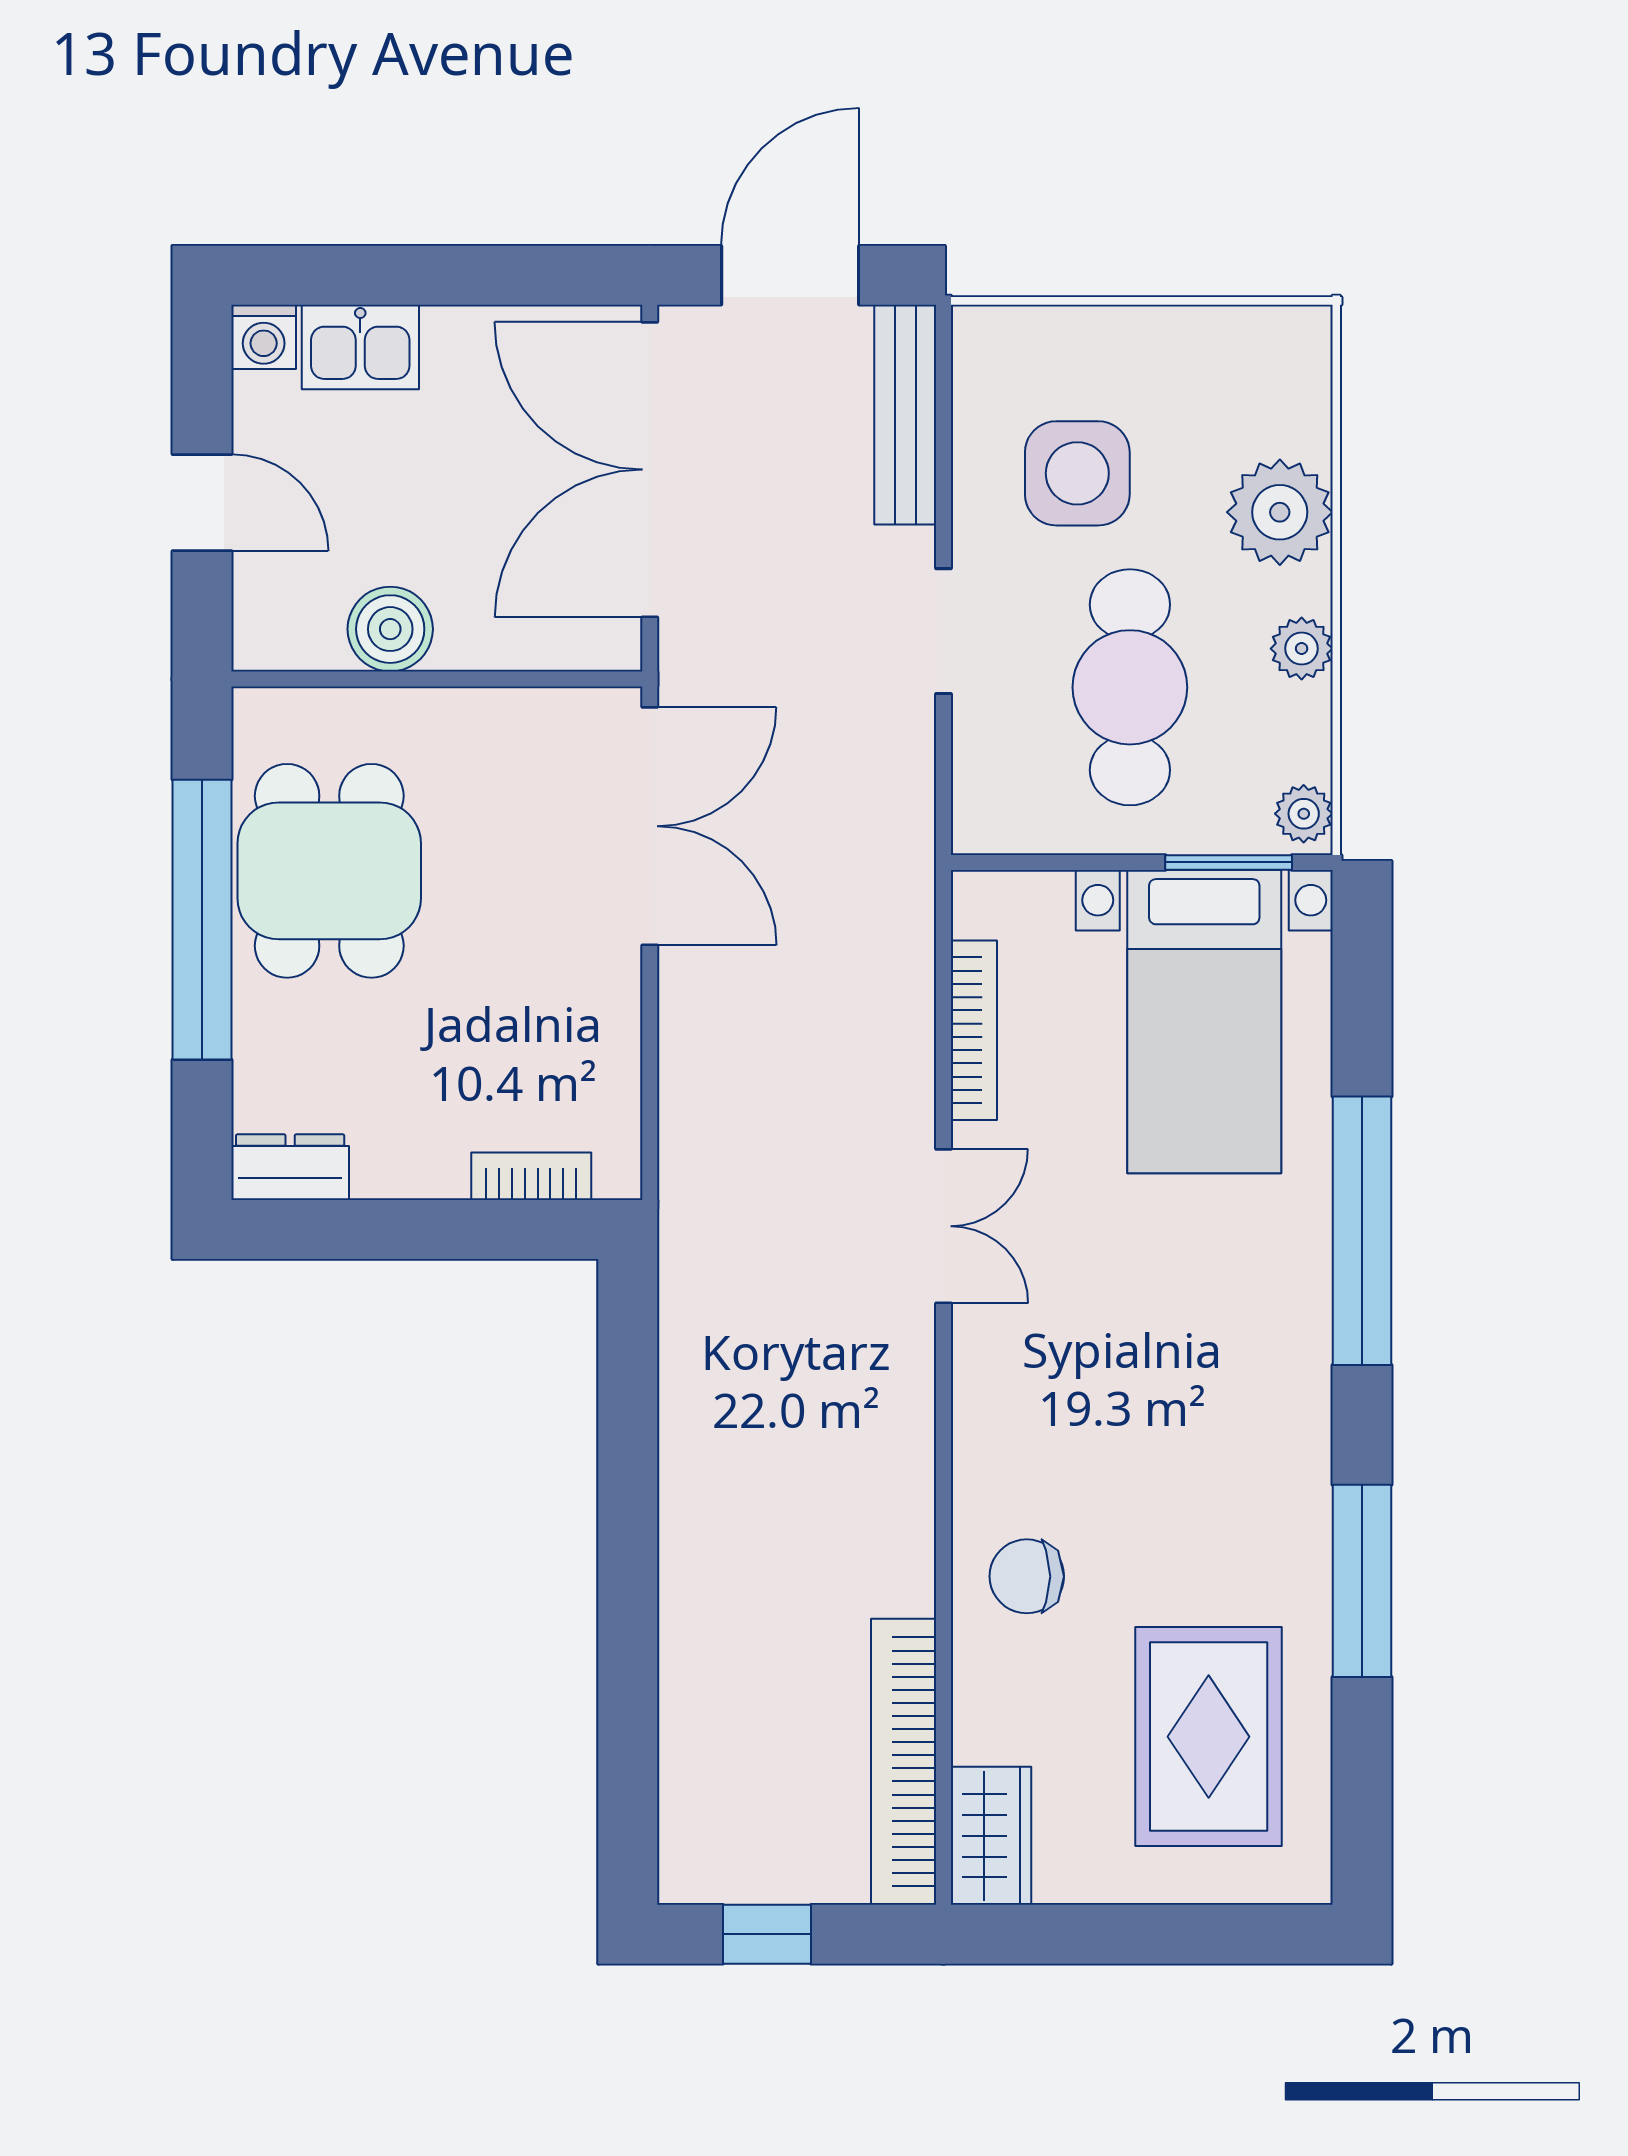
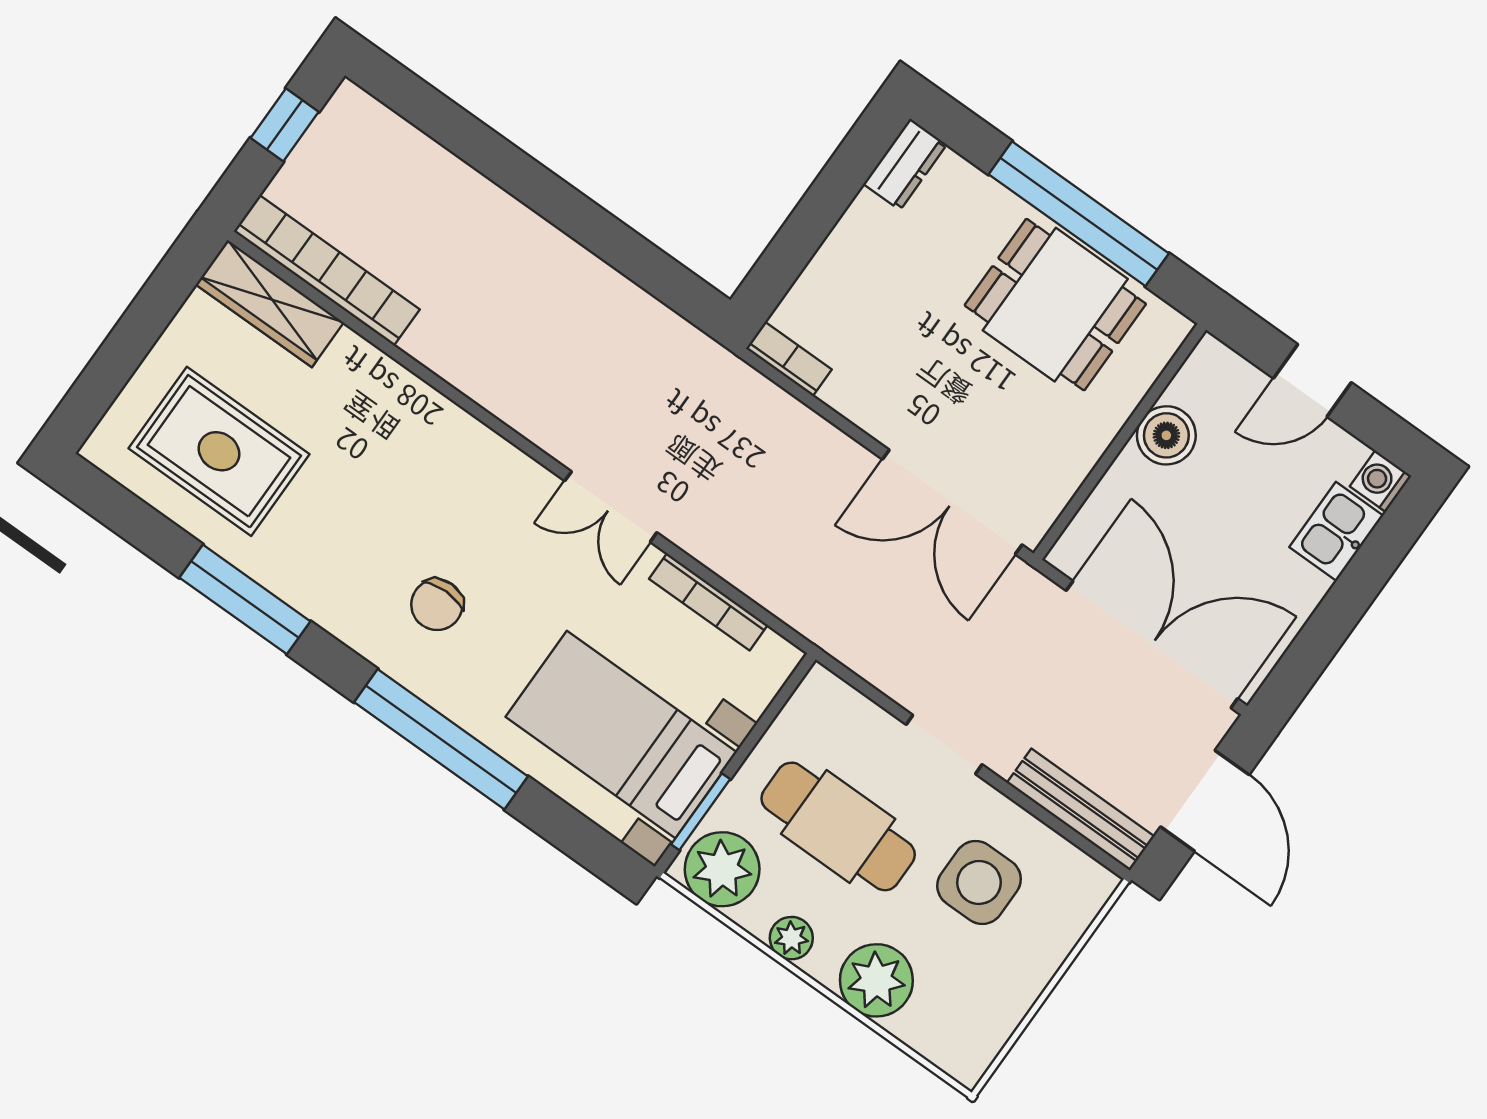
plant: (1304, 814) -> (722, 869), width x1.87, depth x1.87
bookcase: (531, 1176) -> (789, 359), moved, turned -90
chair: (1027, 1576) -> (437, 605), moved, turned 180
wardrobe: (991, 1836) -> (270, 303), width x1.50

